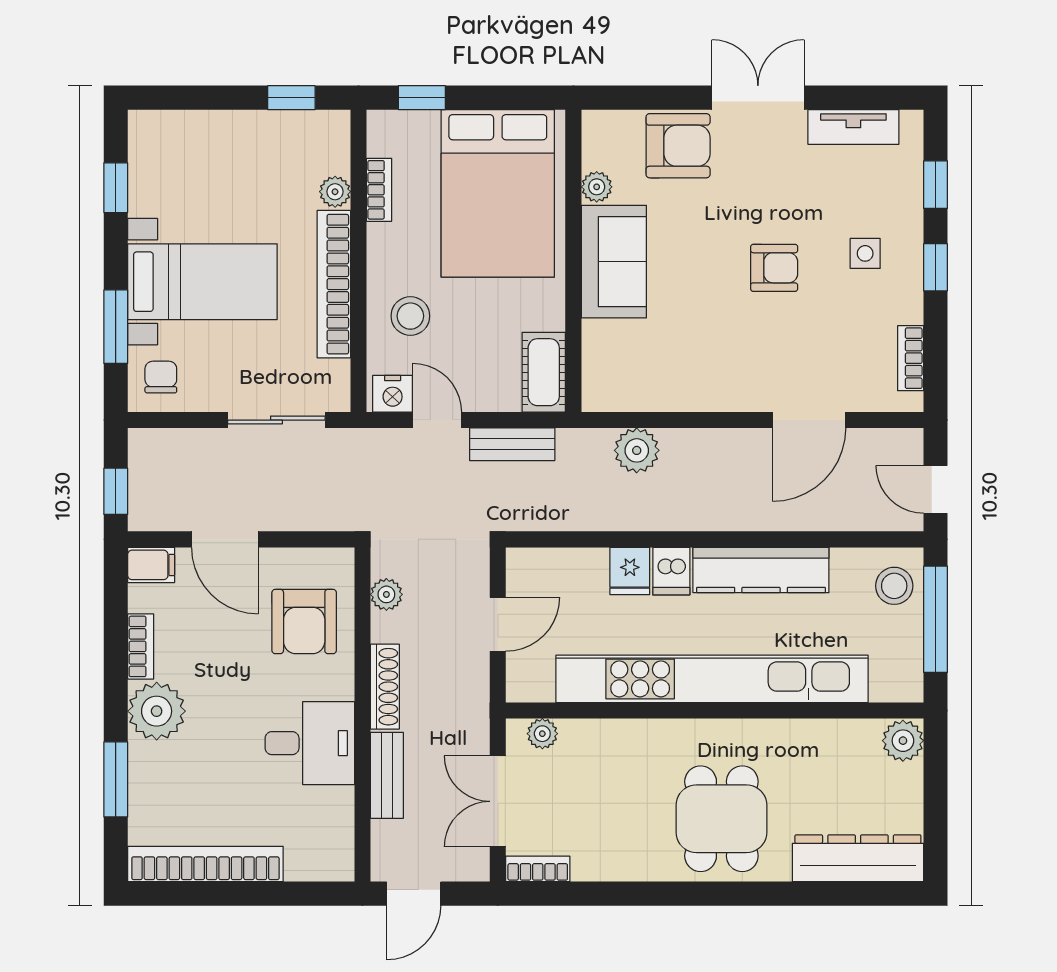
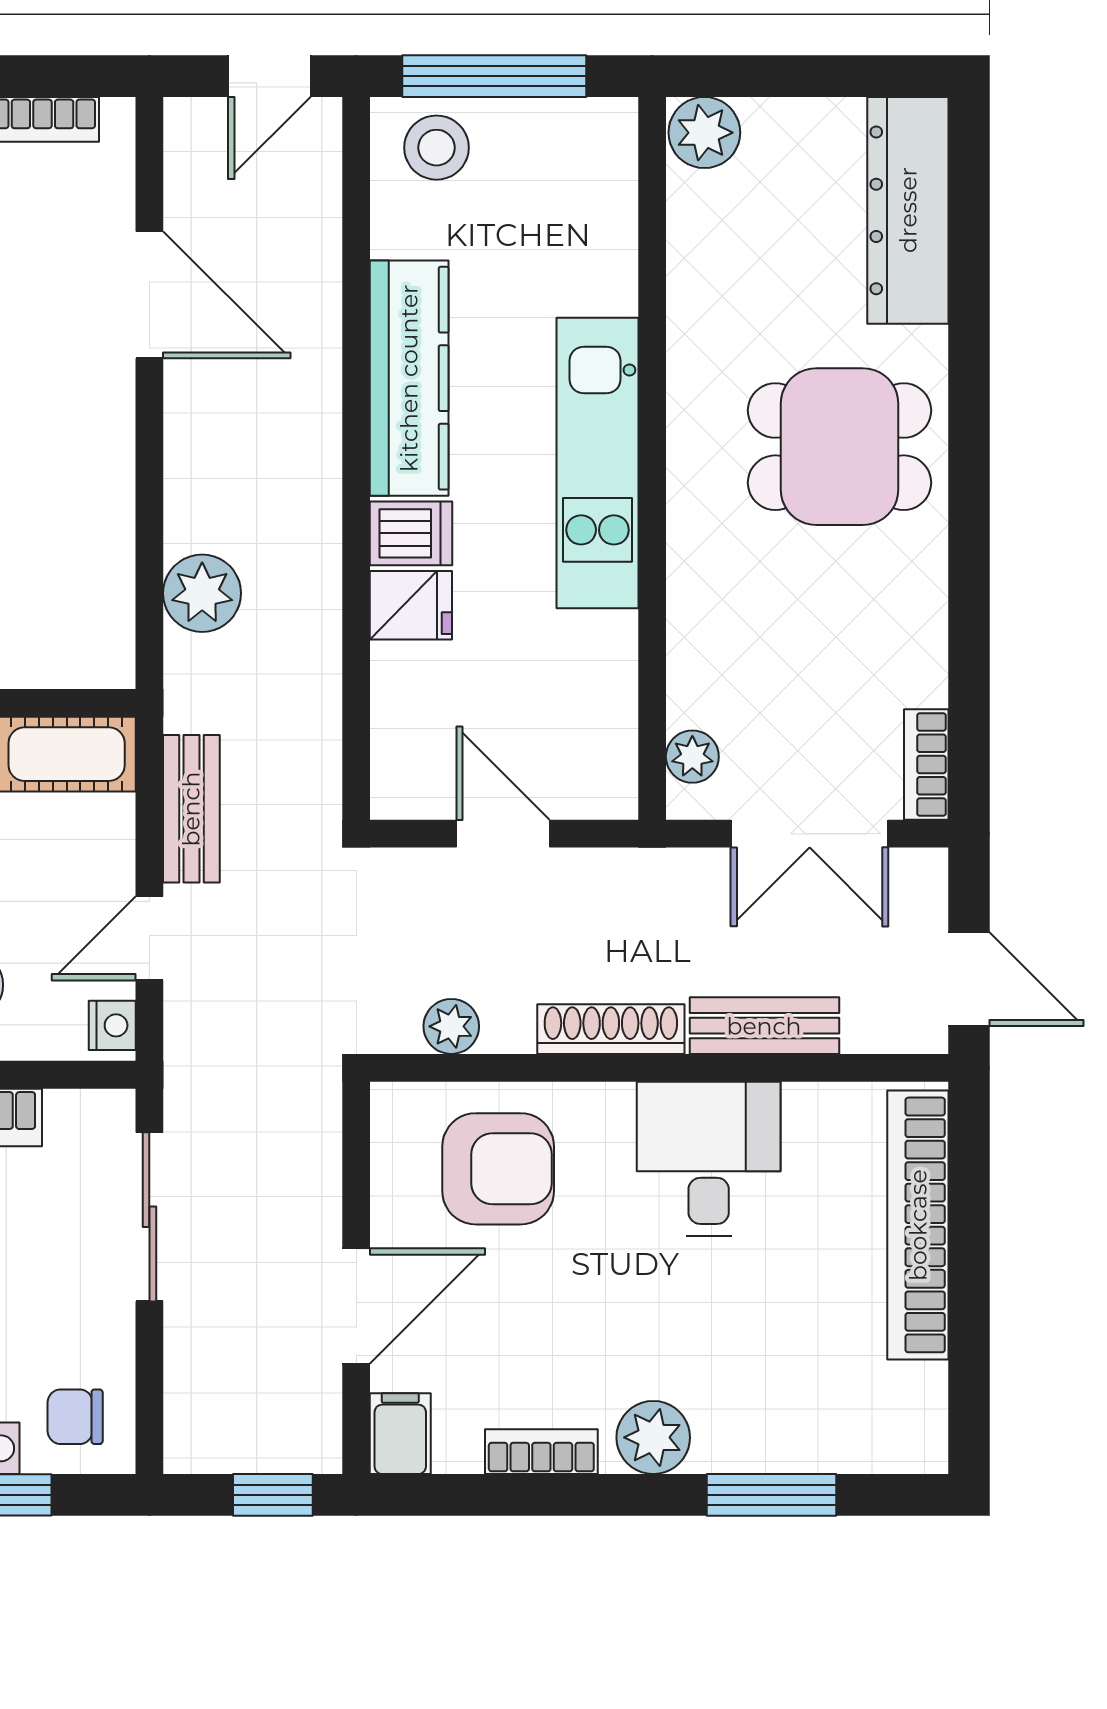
nightstand: (393, 394) -> (112, 1025), width x0.72, depth x0.74
kitchen unit: (712, 679) -> (597, 463), width x0.54
plant: (157, 711) -> (653, 1437), width x0.73, depth x0.73
bookcase: (205, 864) -> (918, 1225), moved

